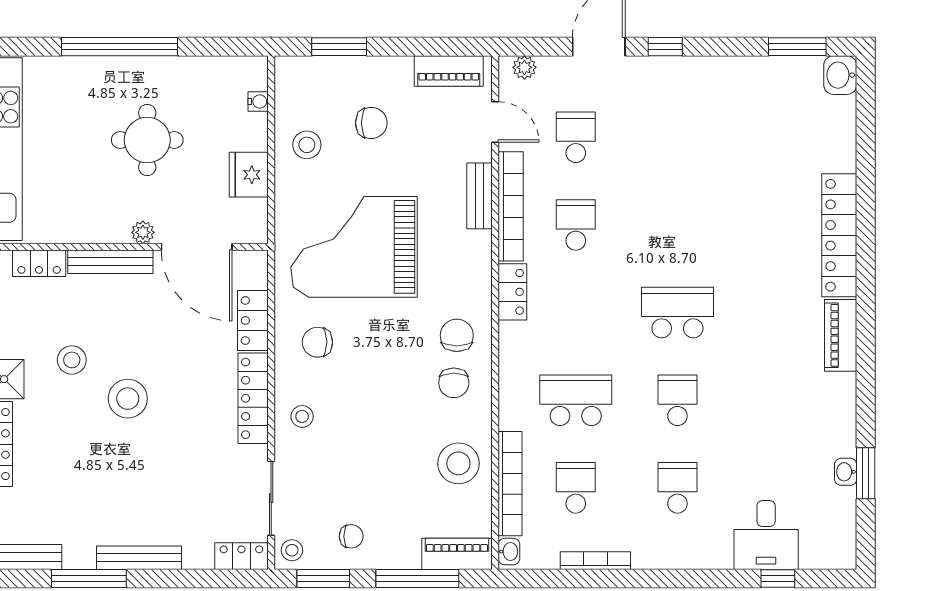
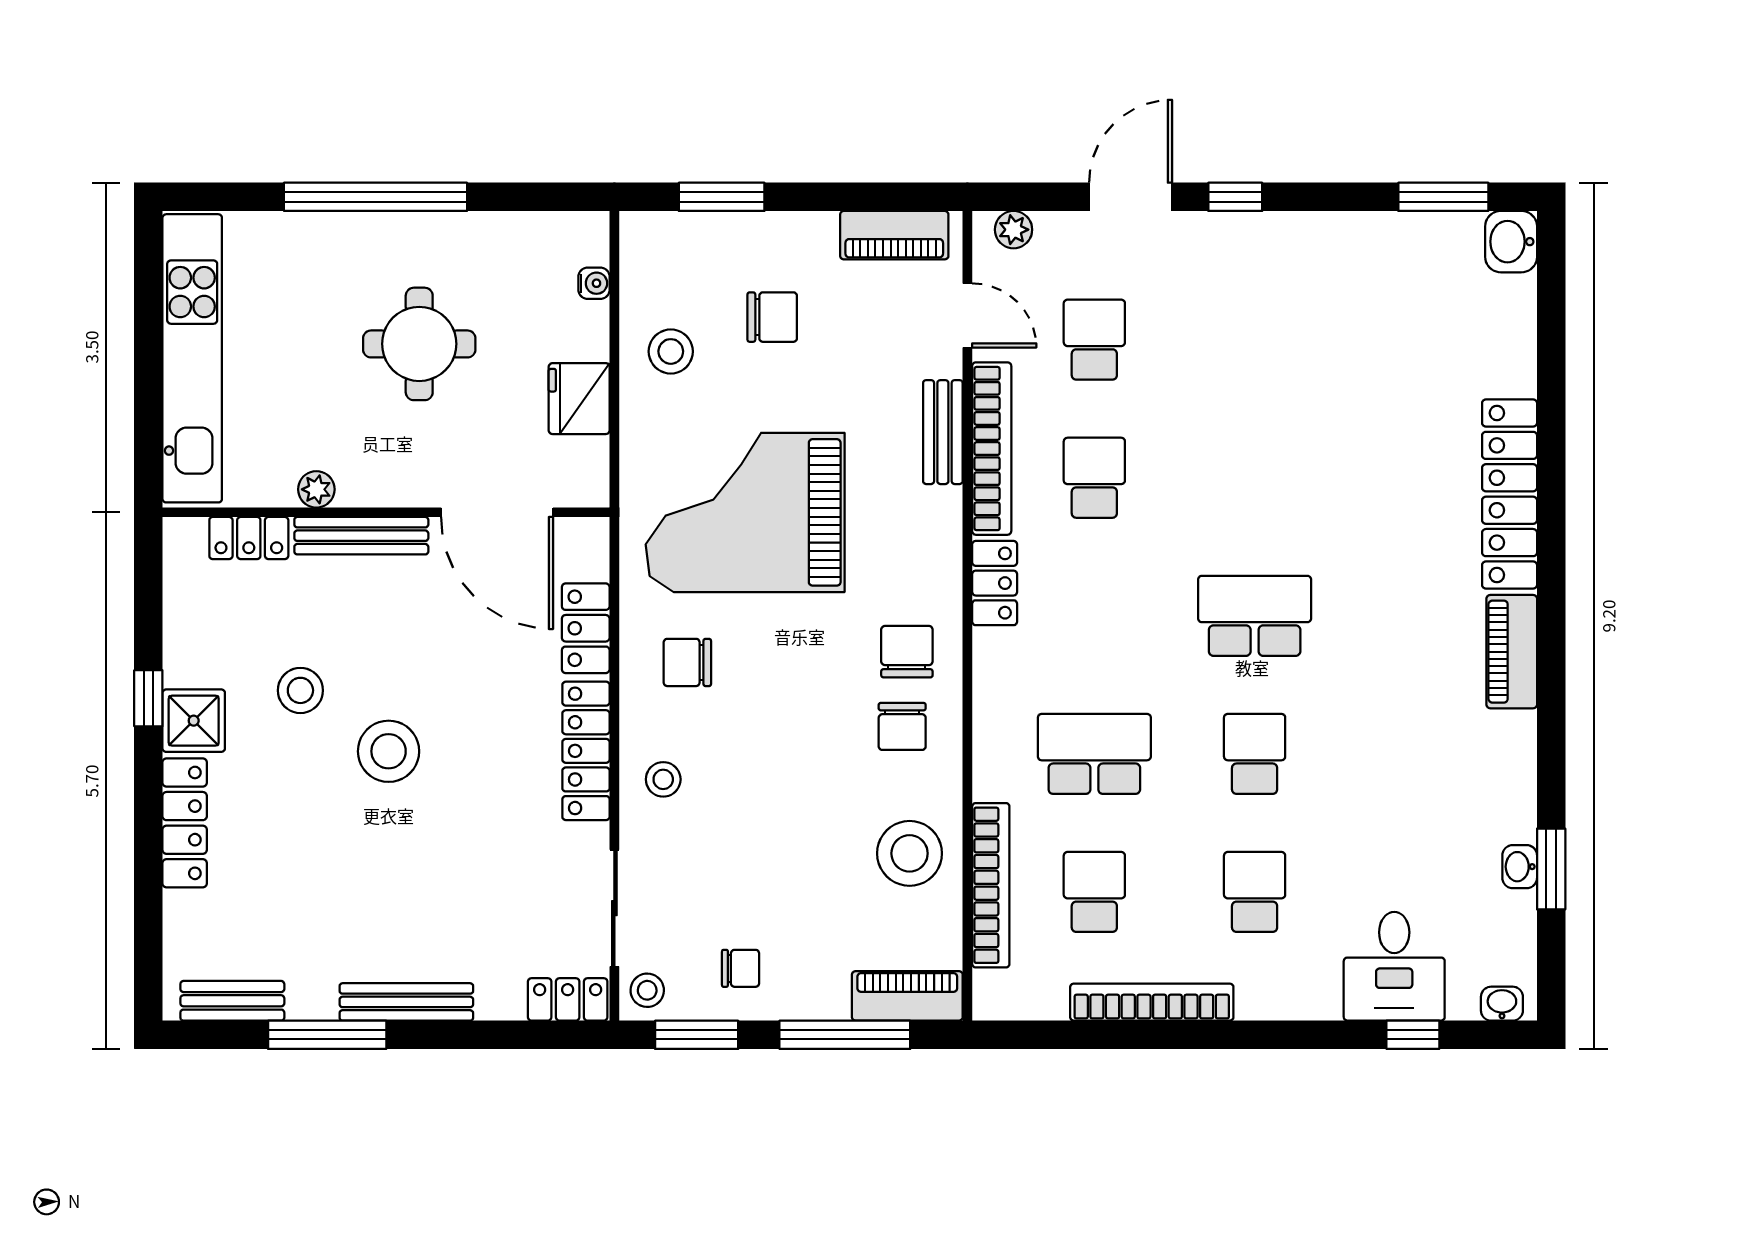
plant: (143, 232) -> (316, 489), moved
washbasin: (509, 552) -> (1502, 1004), moved, turned -90
bookcase: (595, 561) -> (1152, 1002), width x1.48, depth x1.31

